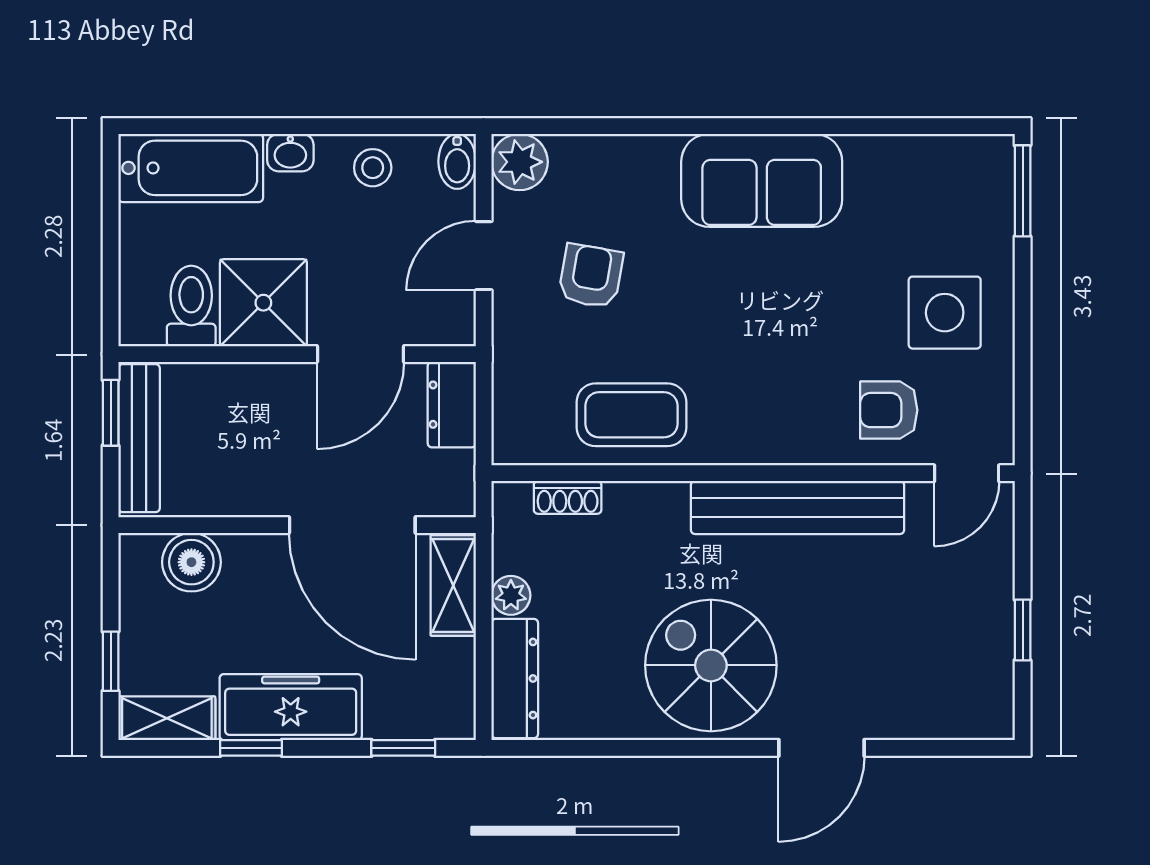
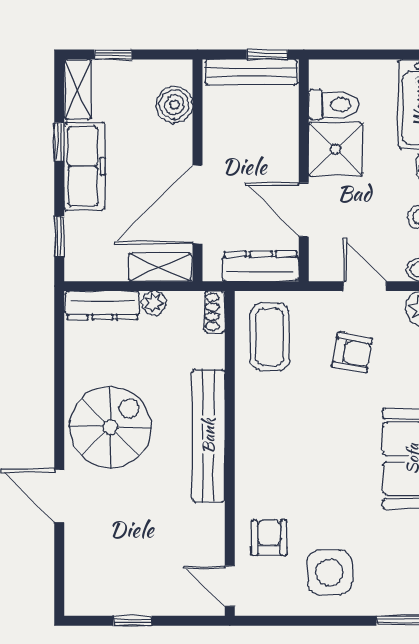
dresser: (452, 405) -> (261, 266), width x1.44
coffee table: (631, 415) -> (270, 337), moved
shoe rack: (568, 497) -> (215, 312), moved
bench: (798, 508) -> (208, 436), moved

